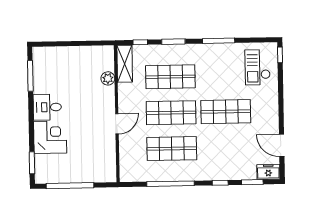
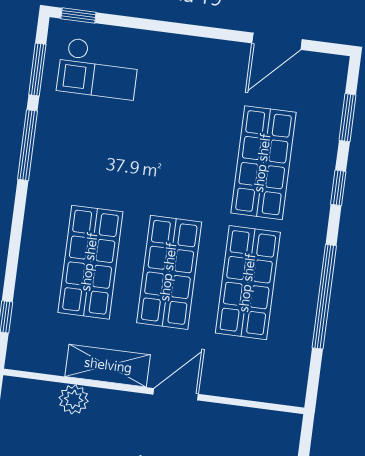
window: (173, 42) -> (37, 69), moved
shelving: (125, 64) -> (108, 366), moved
shop shelf: (226, 112) -> (263, 163), moved
door: (117, 124) -> (176, 394), hinge flipped
freezer: (268, 172) -> (330, 79), removed

